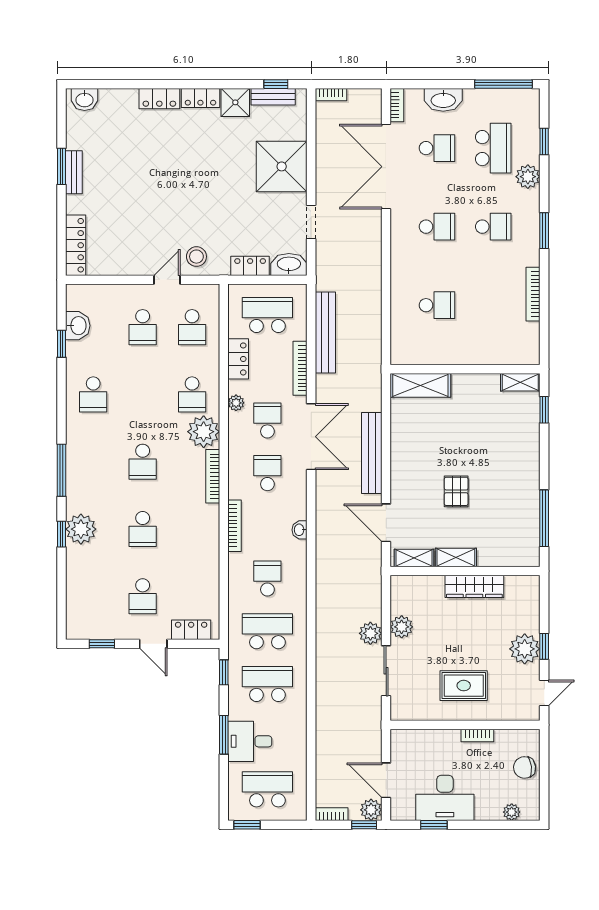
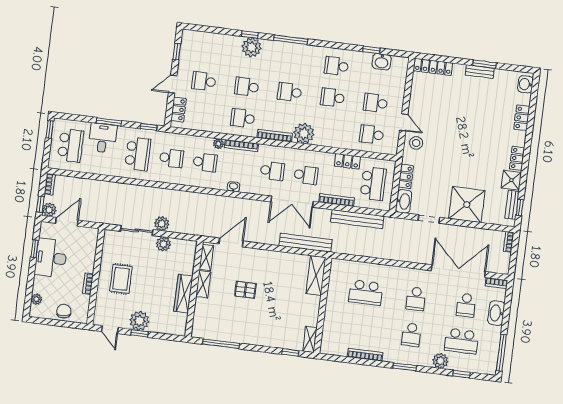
locker: (159, 99) -> (522, 118), moved
school desk: (437, 305) -> (366, 292), width x1.85
school desk: (192, 394) -> (333, 98), moved
plant: (236, 403) -> (218, 144), moved
bench: (372, 453) -> (306, 243), moved
school desk: (192, 529) -> (243, 118), added
school desk: (267, 631) -> (171, 158), width x0.54

